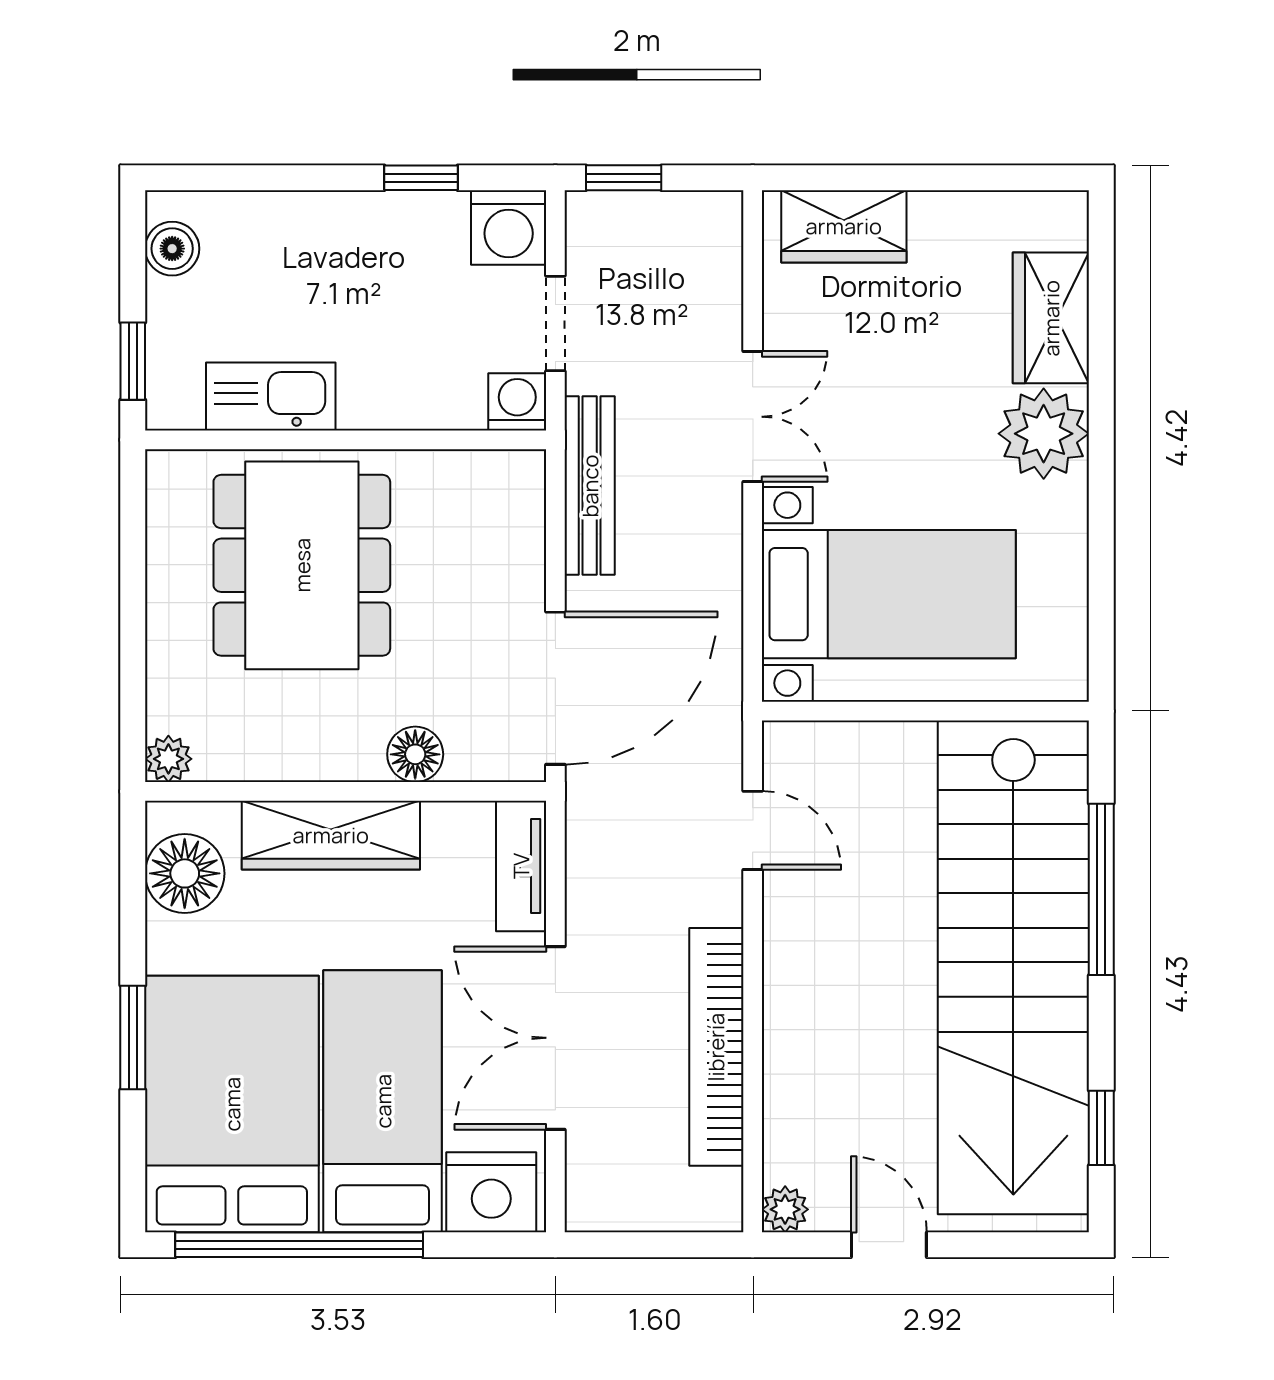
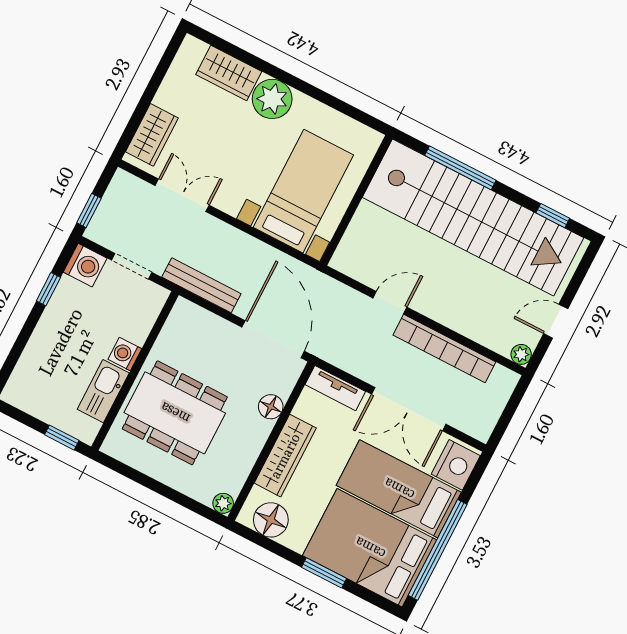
boiler: (172, 249) -> (26, 400), removed
washing machine: (517, 402) -> (125, 354), moved
double door: (753, 417) -> (182, 195), moved
door: (753, 830) -> (390, 303), moved

